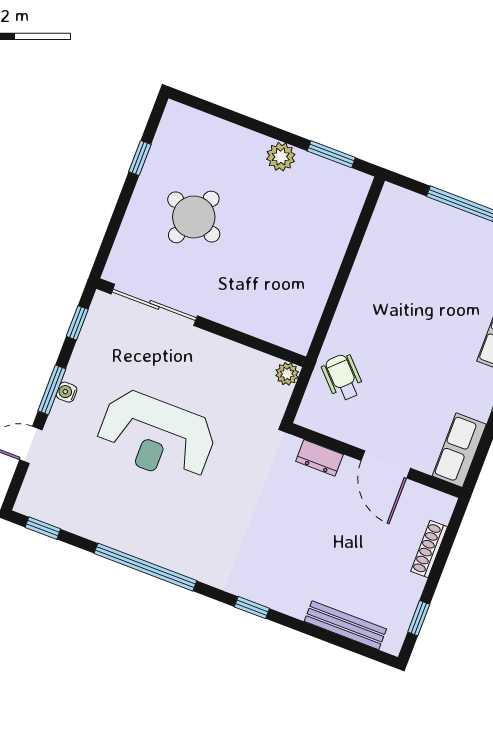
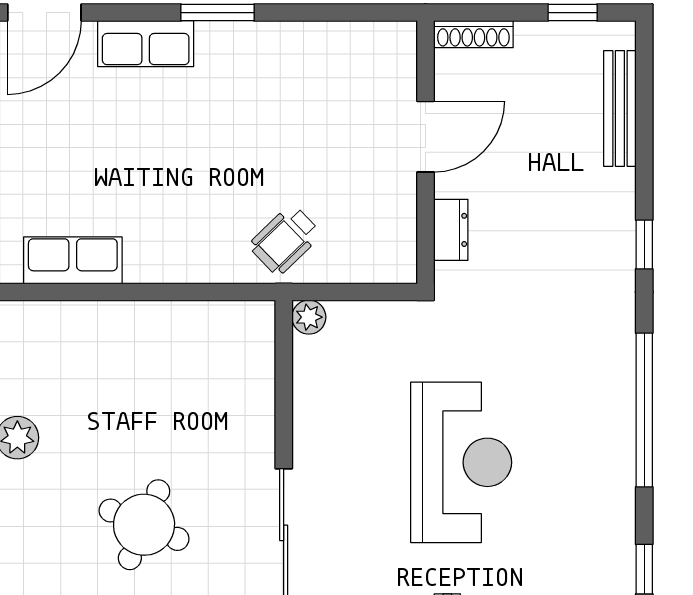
row of seats: (459, 450) -> (73, 260), moved, turned 180
dresser: (319, 458) -> (451, 230), moved
wall: (376, 461) -> (425, 152), moved
door: (386, 464) -> (425, 137), moved

